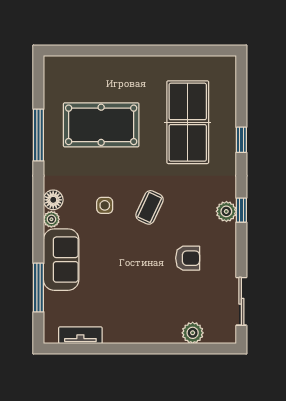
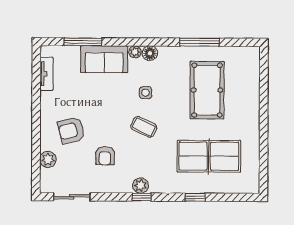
armchair: (155, 302) -> (71, 130), added

